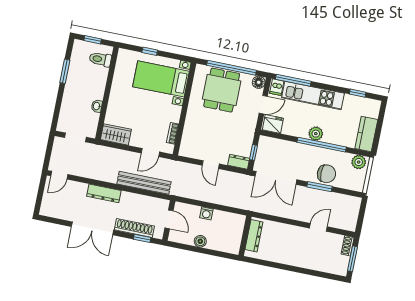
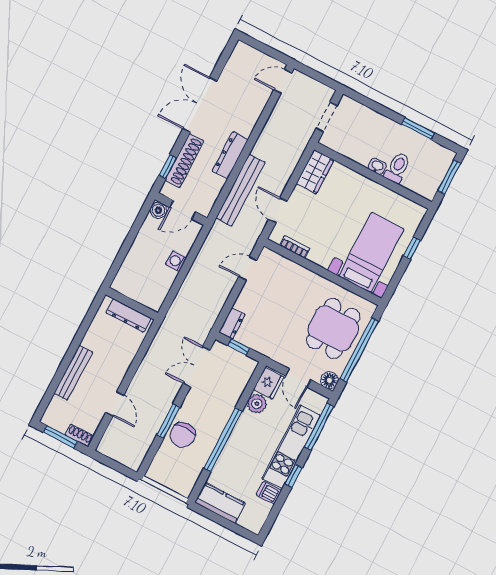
window: (93, 40) -> (449, 177), width x1.50
toilet: (100, 59) -> (397, 168), moved
dishwasher: (277, 87) -> (269, 493), moved
dining table: (222, 90) -> (333, 328), turned 90
window: (358, 93) -> (293, 476), moved
washbasin: (97, 106) -> (377, 166), moved
plant: (316, 134) -> (257, 404), moved
plant: (359, 162) -> (186, 482), removed
door: (211, 165) -> (248, 268), moved
door: (59, 175) -> (283, 81), hinge flipped
double door: (276, 178) -> (197, 367), width x0.73
dresser: (104, 193) -> (230, 155), moved
boiler: (200, 241) -> (158, 210), moved
bench: (305, 263) -> (73, 373), added

